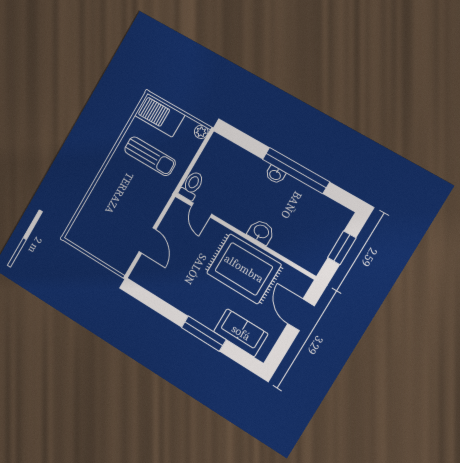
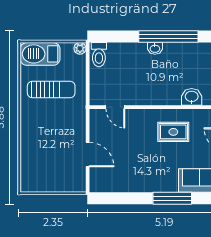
toilet: (192, 186) -> (99, 55), moved, turned 180
washbasin: (261, 232) -> (192, 97), moved
rug: (244, 269) -> (173, 132), width x0.54, depth x0.49

